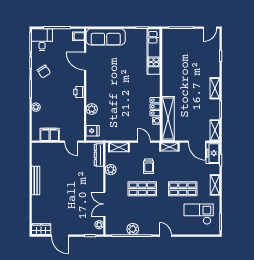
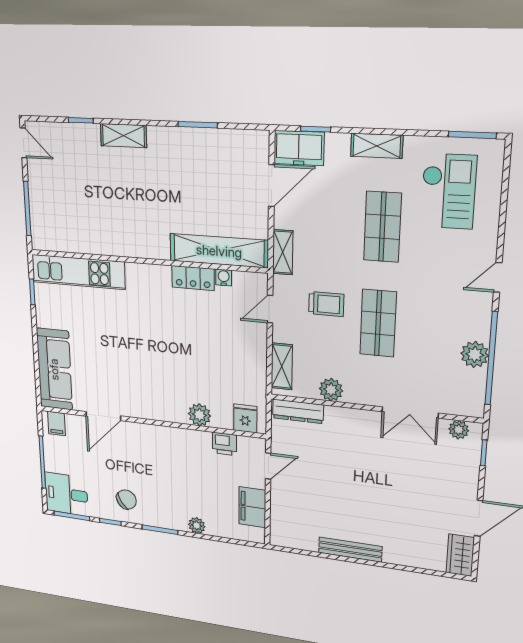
shelving: (215, 88) -> (123, 136), moved
printer: (79, 92) -> (224, 444), moved
shelving: (215, 130) -> (245, 141), removed
checkout: (199, 214) -> (448, 191), turned 180

